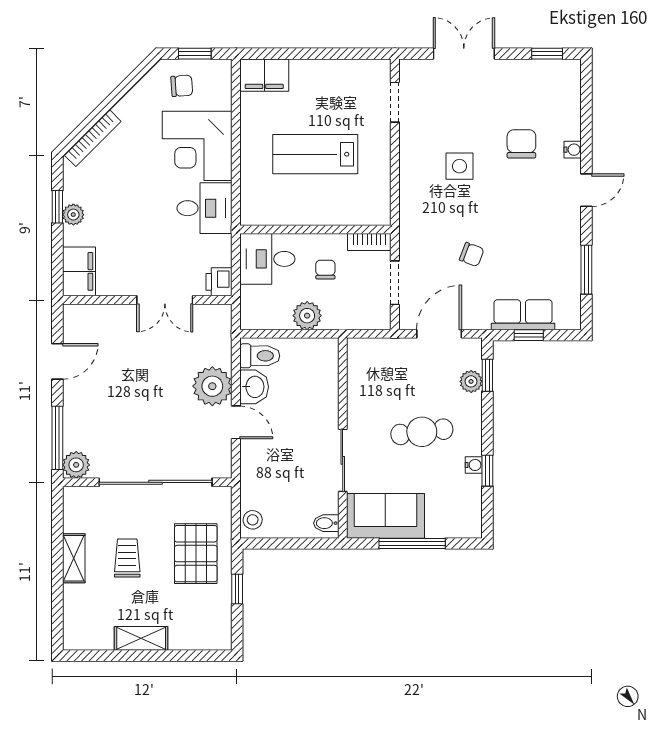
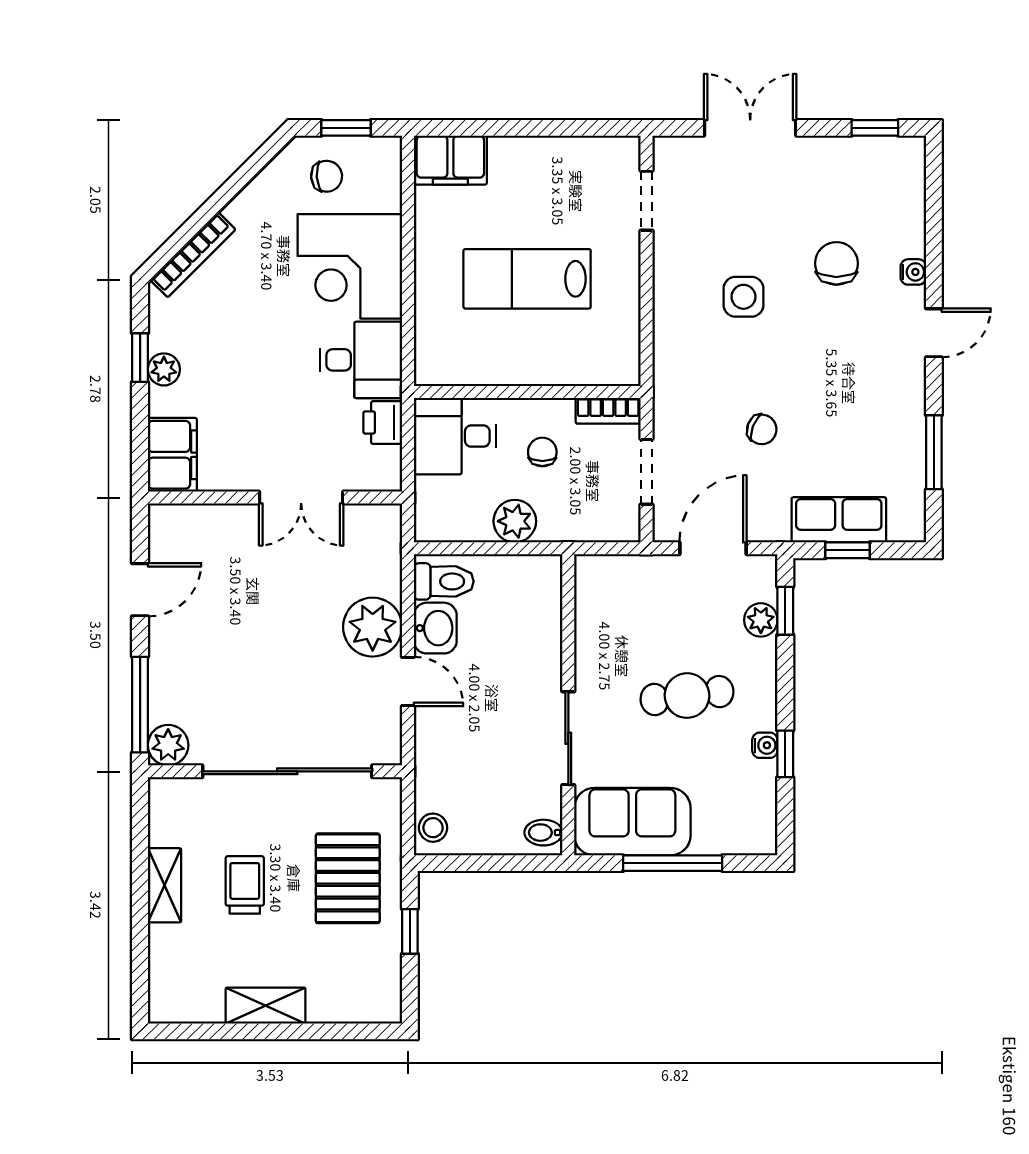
printer: (219, 282) -> (383, 422), moved

